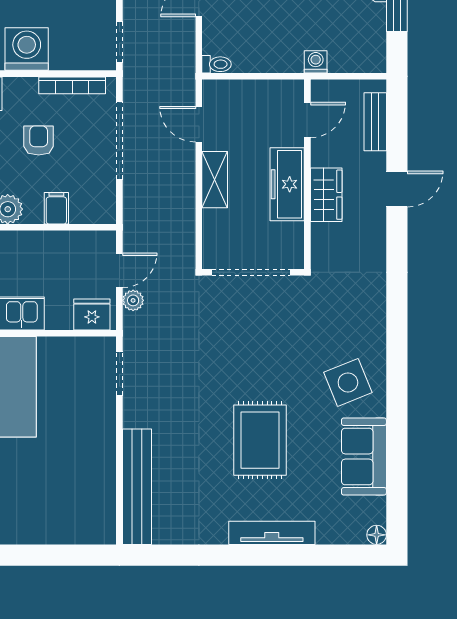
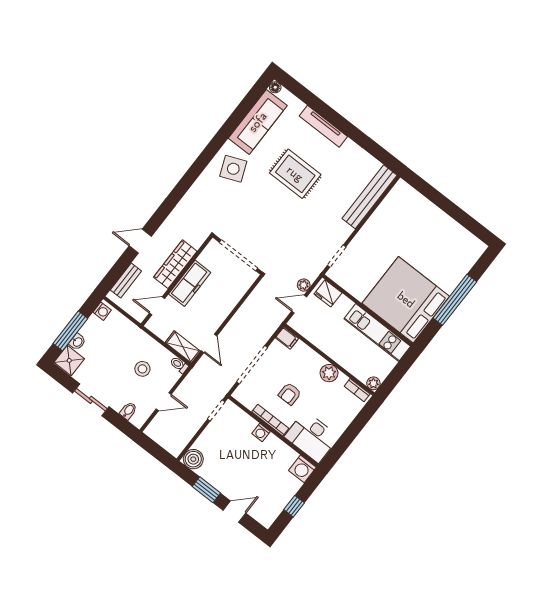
stool: (261, 21) -> (142, 369), added
washing machine: (27, 49) -> (261, 432), width x0.53, depth x0.53
washing machine: (316, 62) -> (102, 311), moved, turned -90
bookcase: (72, 85) -> (270, 420), moved
shelving: (215, 180) -> (183, 347), moved, turned 90
wardrobe: (326, 195) -> (175, 264), width x1.50
filing cabinet: (56, 208) -> (287, 338), moved, turned -90
rug: (260, 440) -> (295, 174), turned 90
sofa: (364, 457) -> (258, 122), width x1.36

